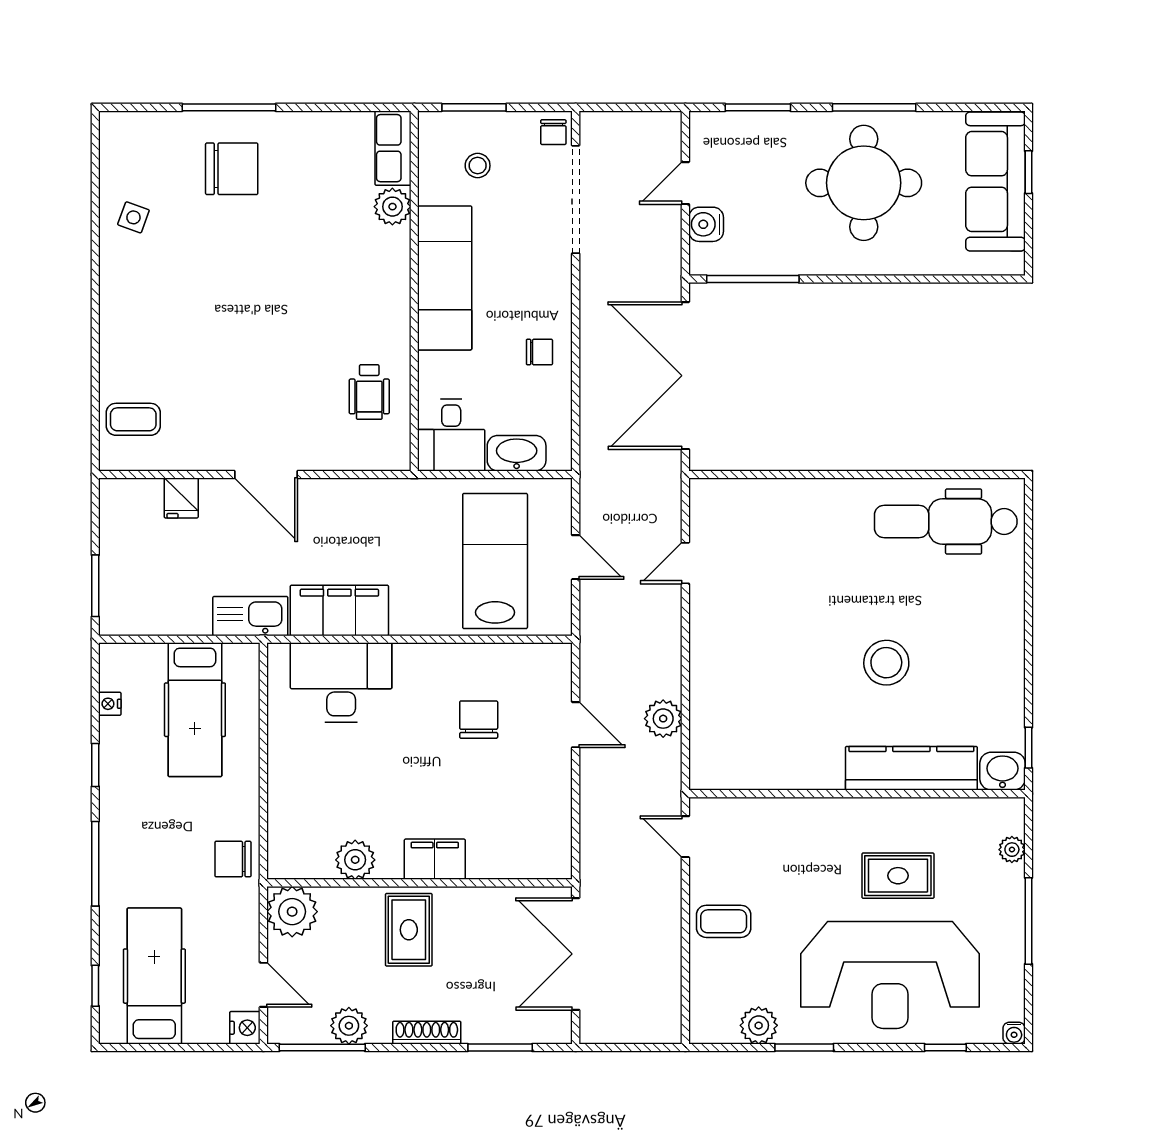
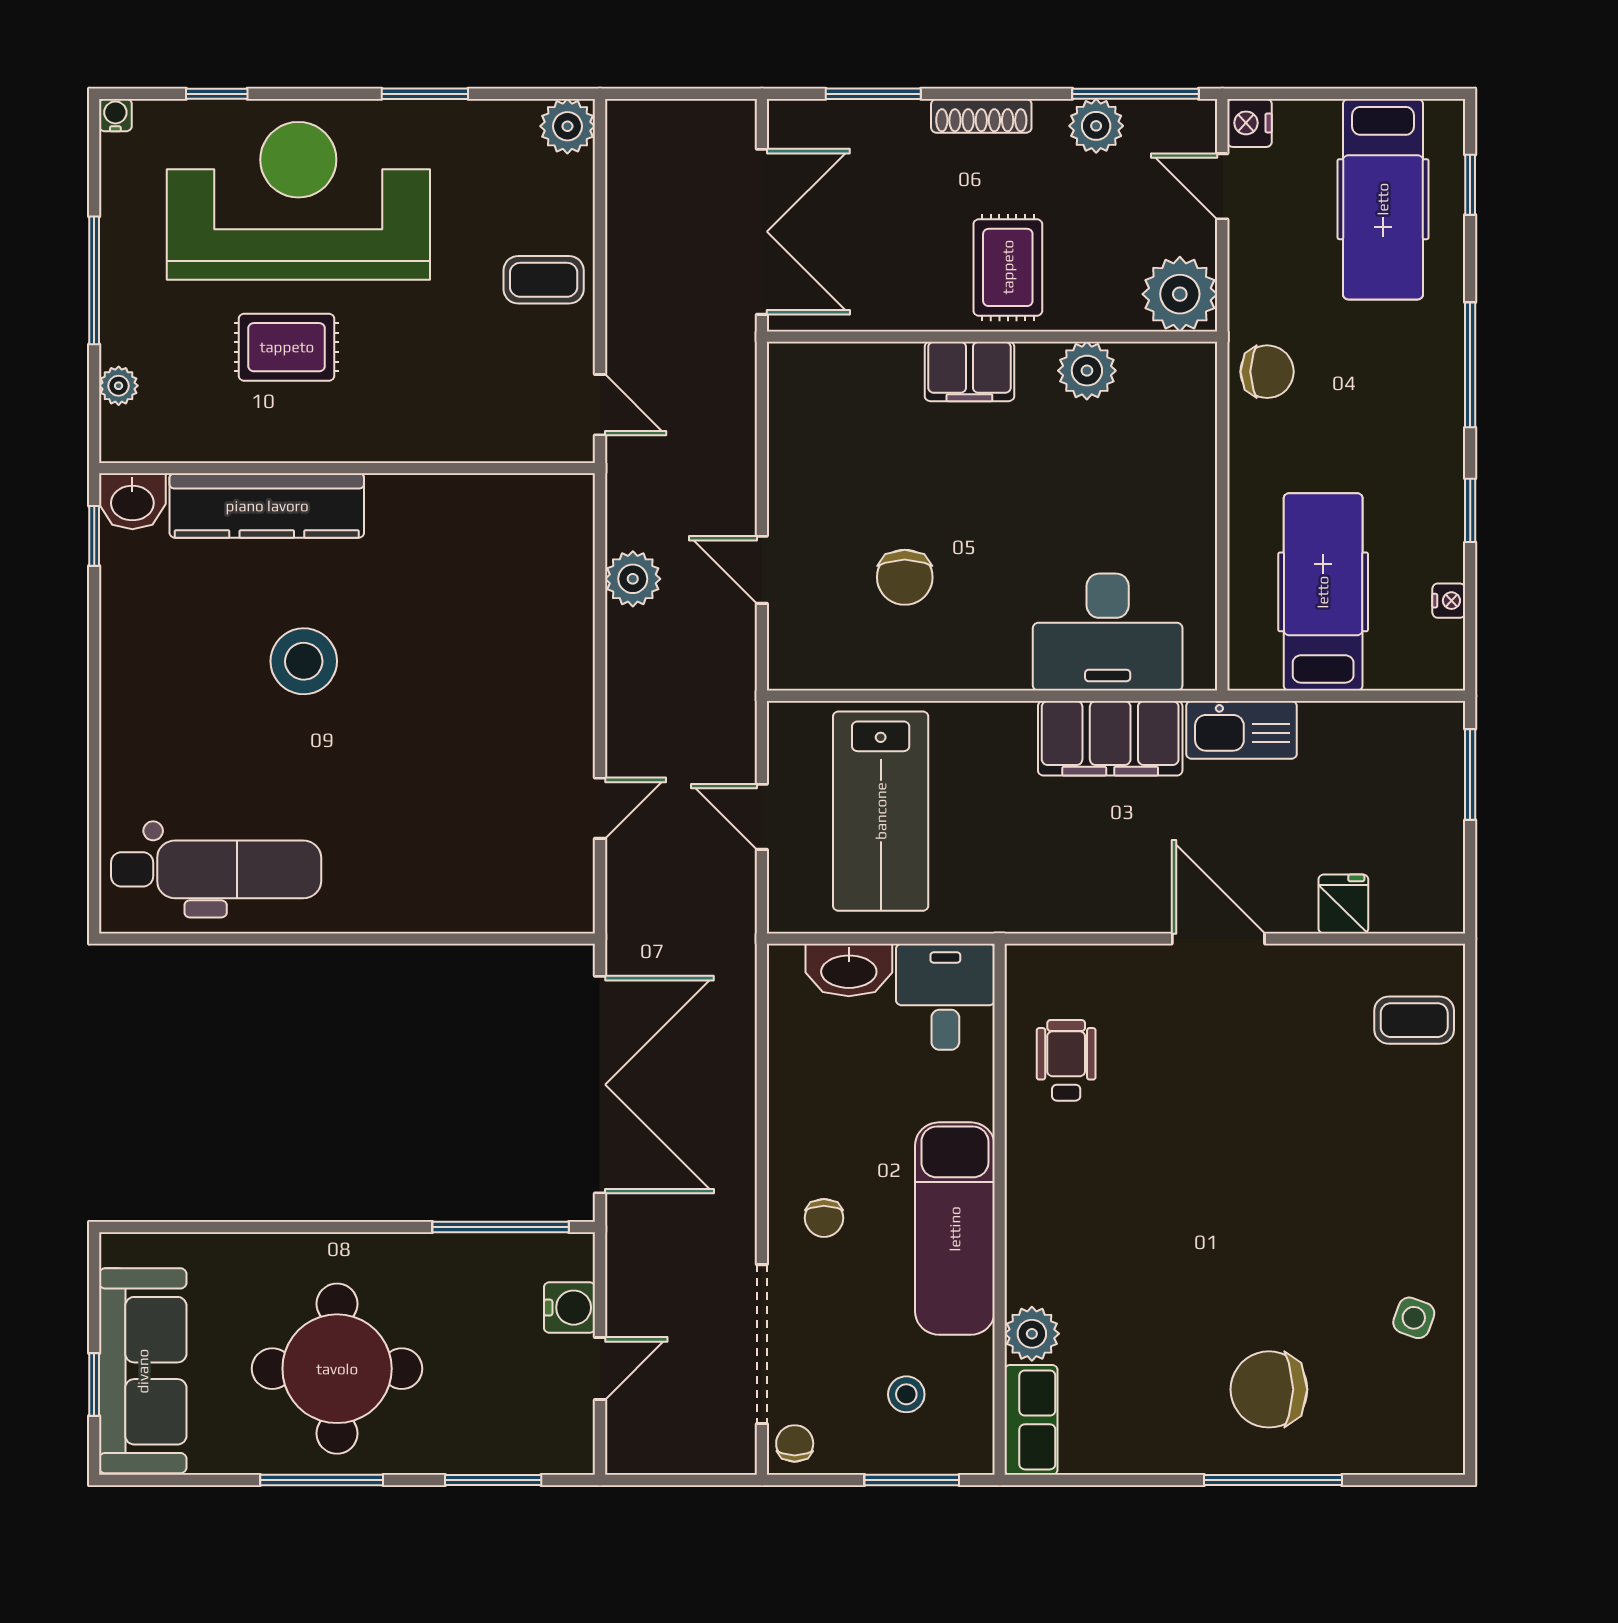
chair: (539, 352) -> (824, 1218), moved, turned -90
plant: (759, 1025) -> (567, 126), moved

